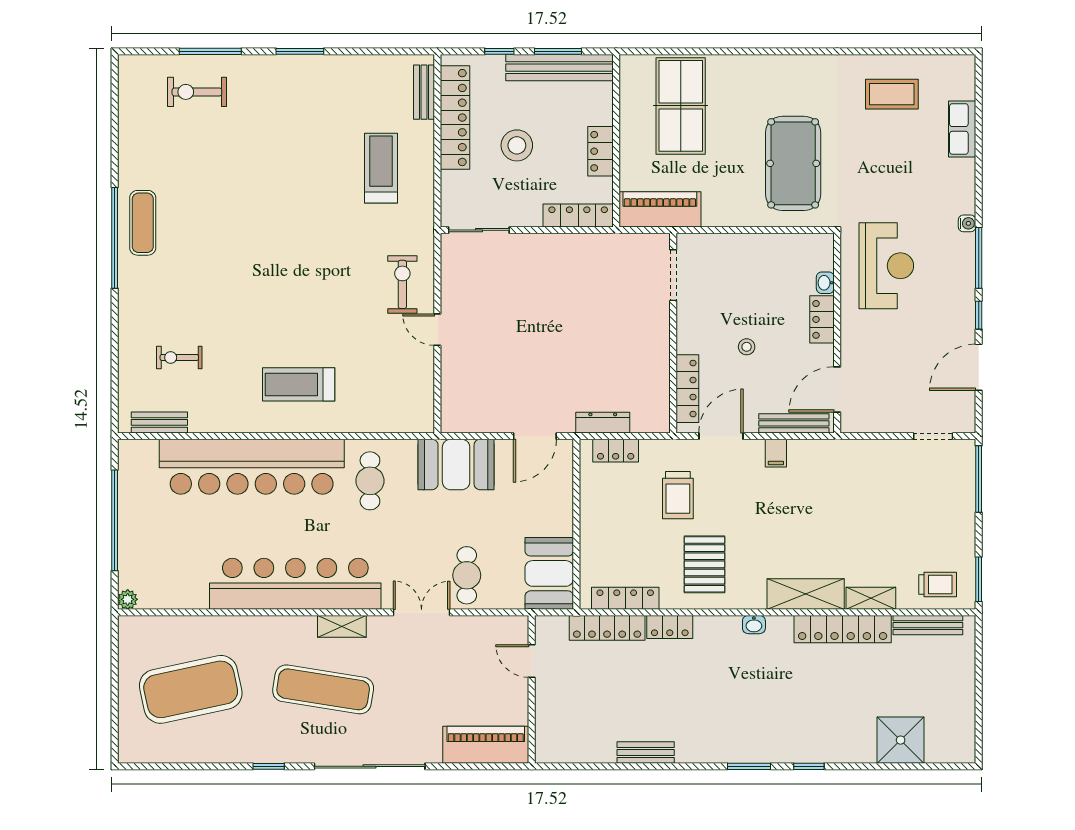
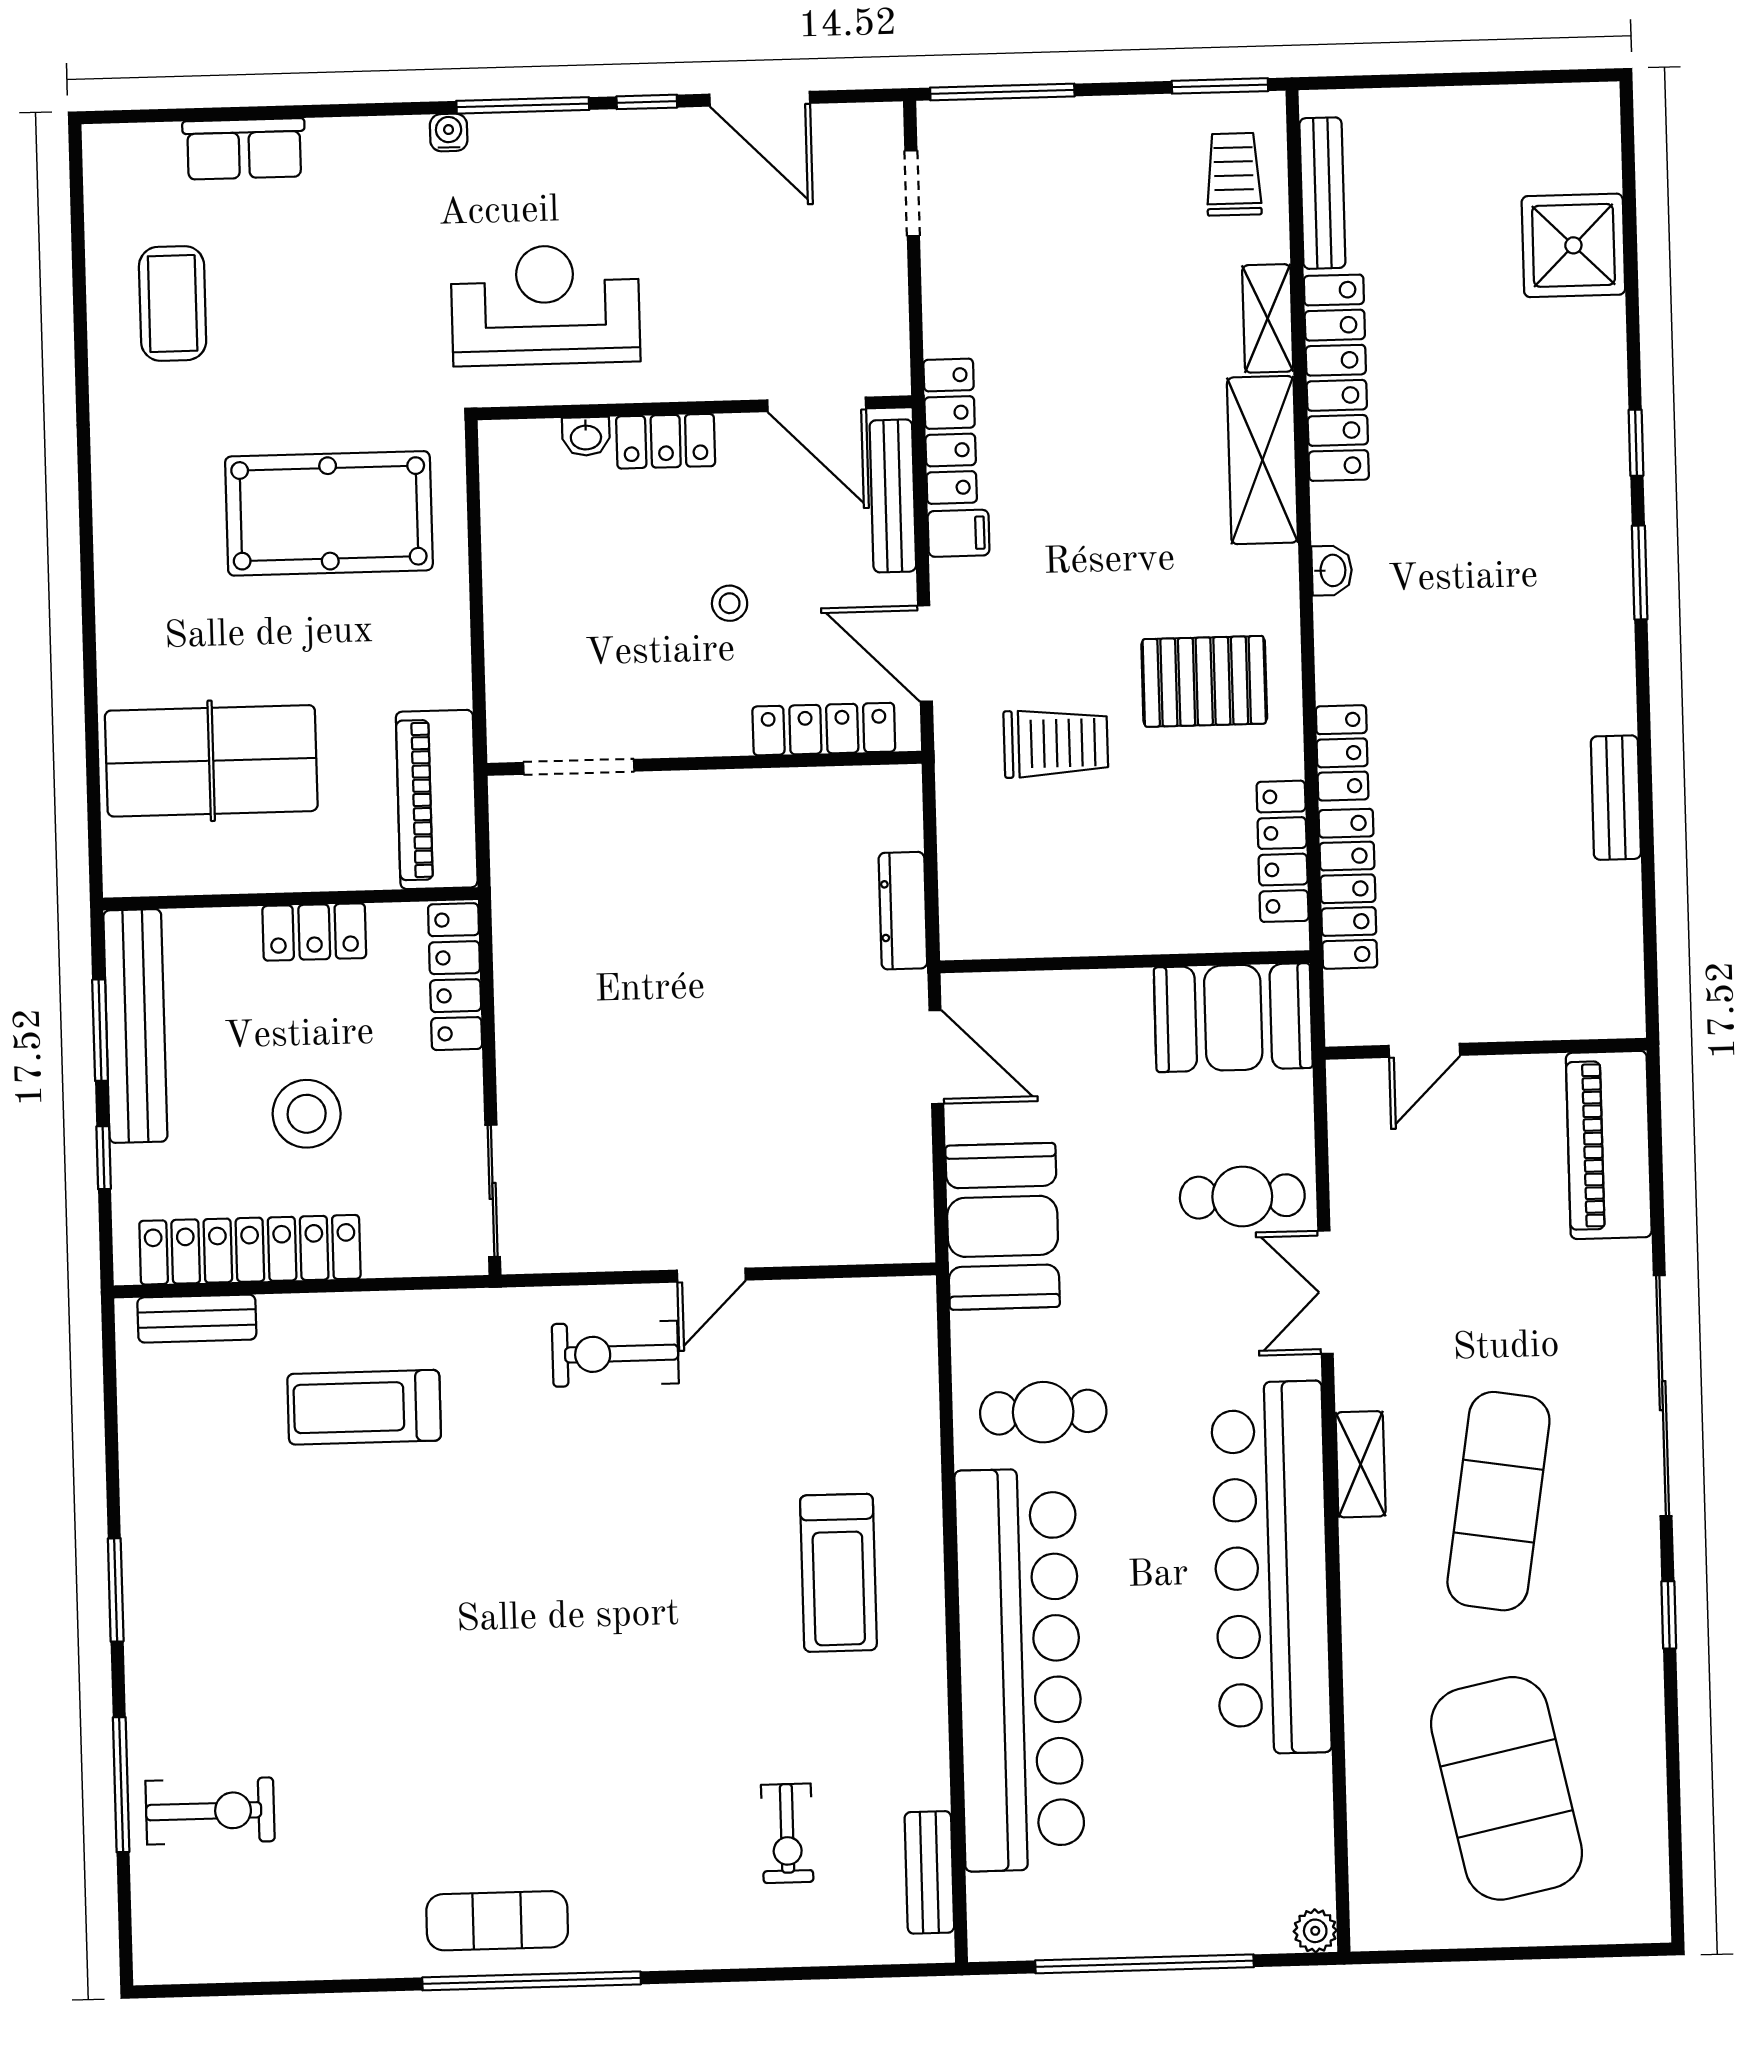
exercise bike: (197, 92) -> (210, 1811), turned -90
locker: (616, 451) -> (950, 431), moved, width x1.53

